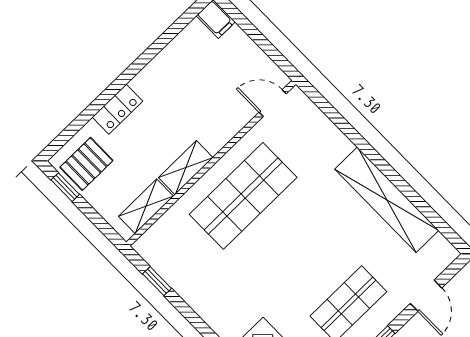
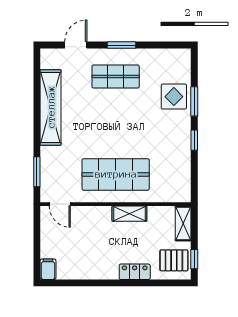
window: (333, 114) -> (37, 172), added
shelving: (146, 206) -> (183, 223), moved, turned 90
window: (157, 281) -> (194, 140), moved

